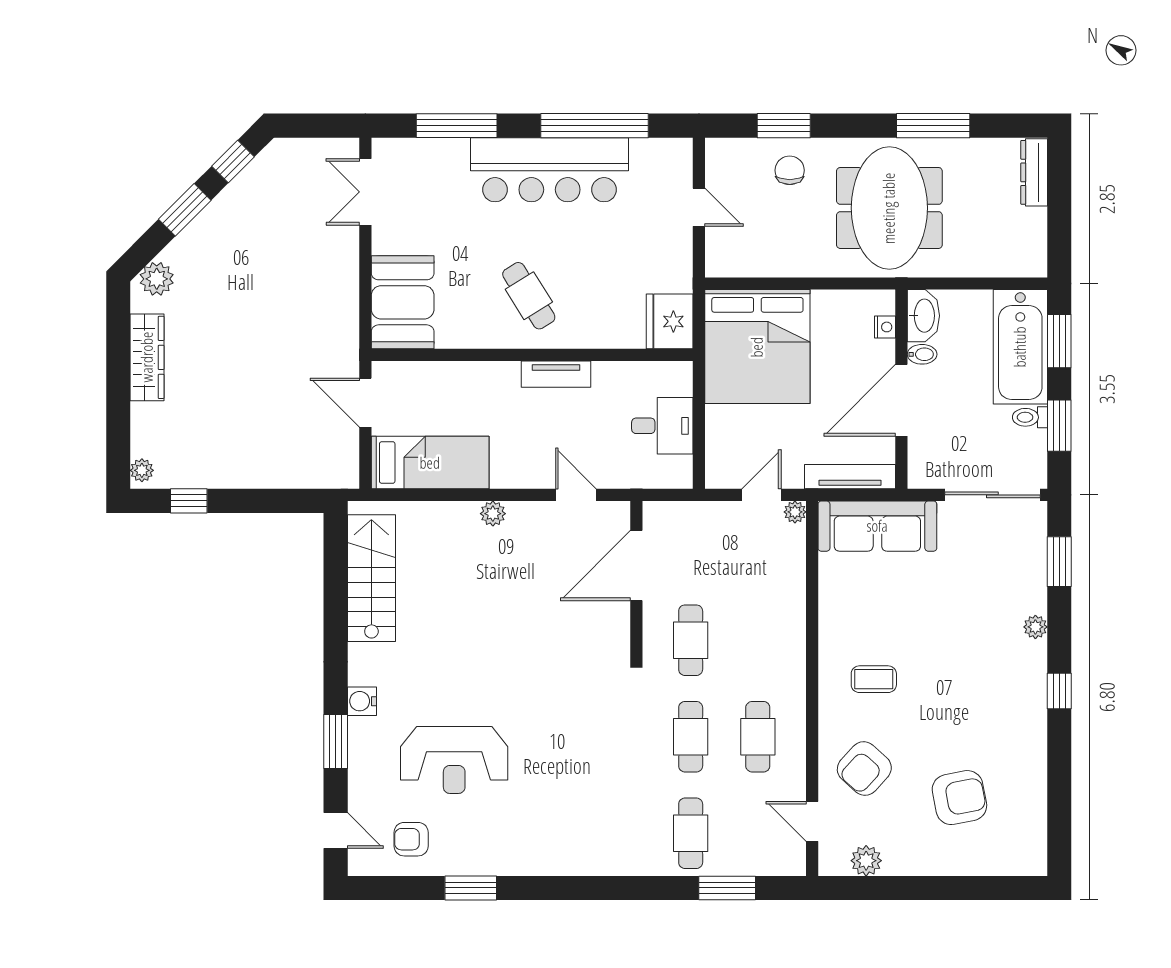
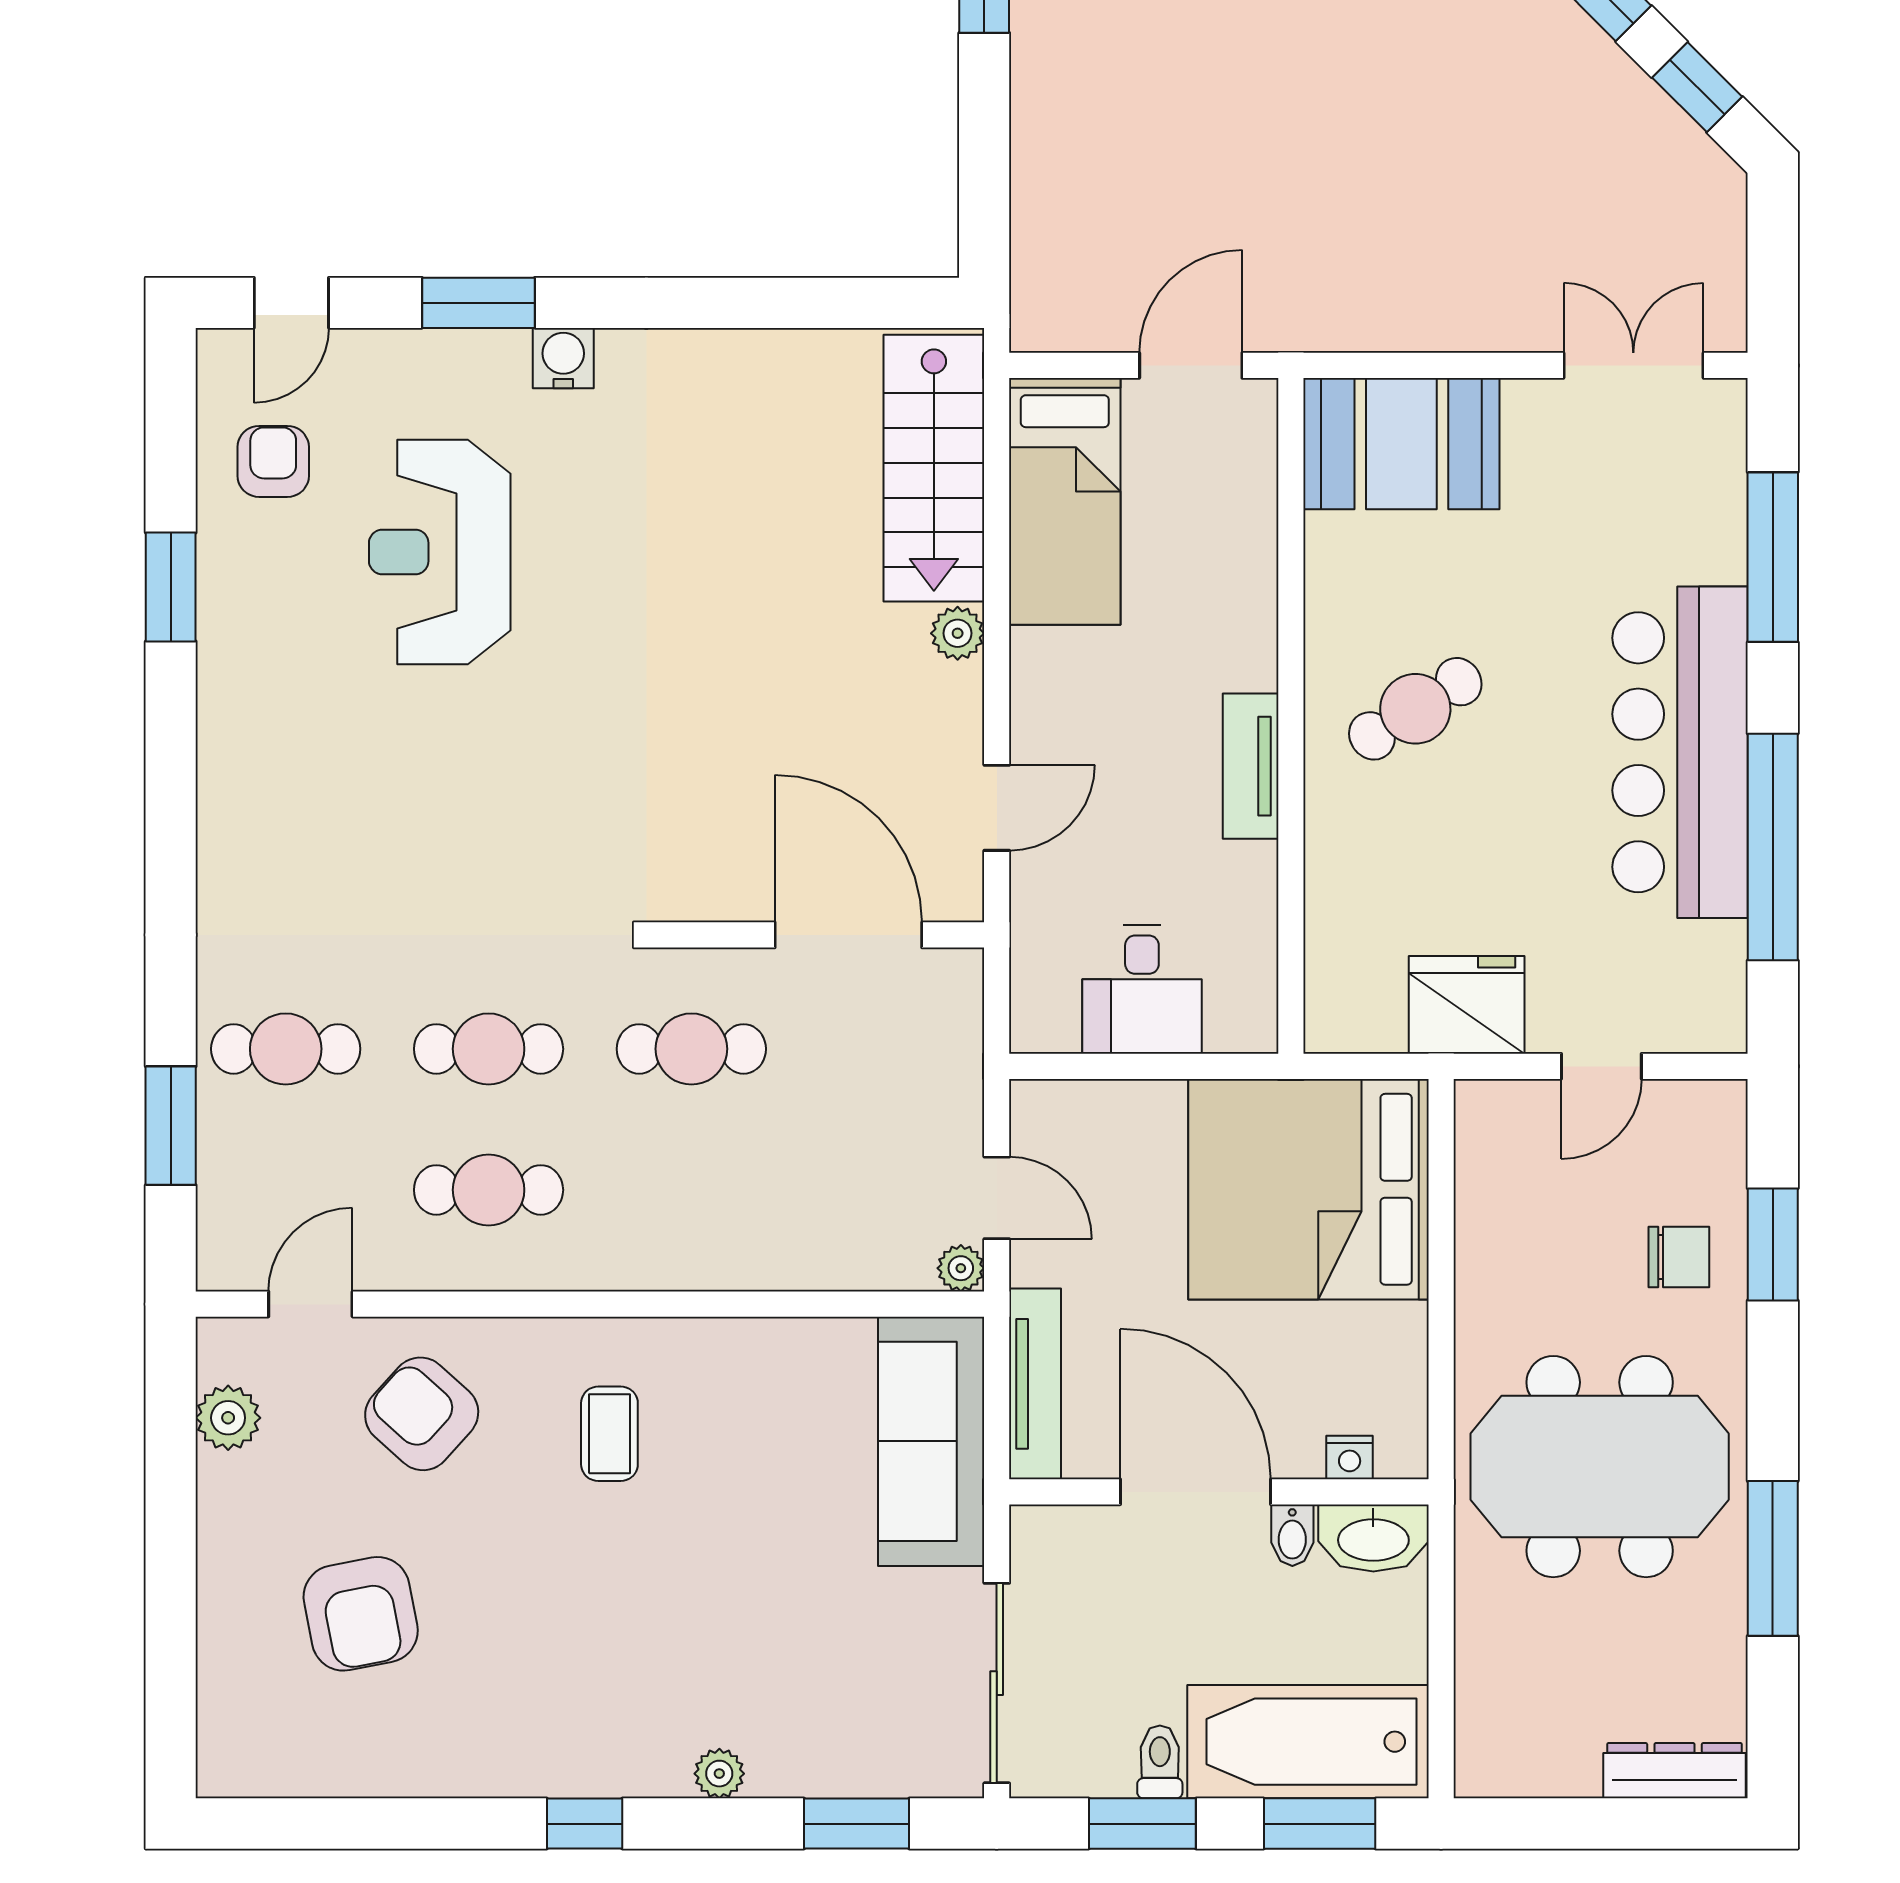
fridge: (670, 321) -> (1467, 1005), moved
stairs: (371, 578) -> (934, 468), moved, turned 90

